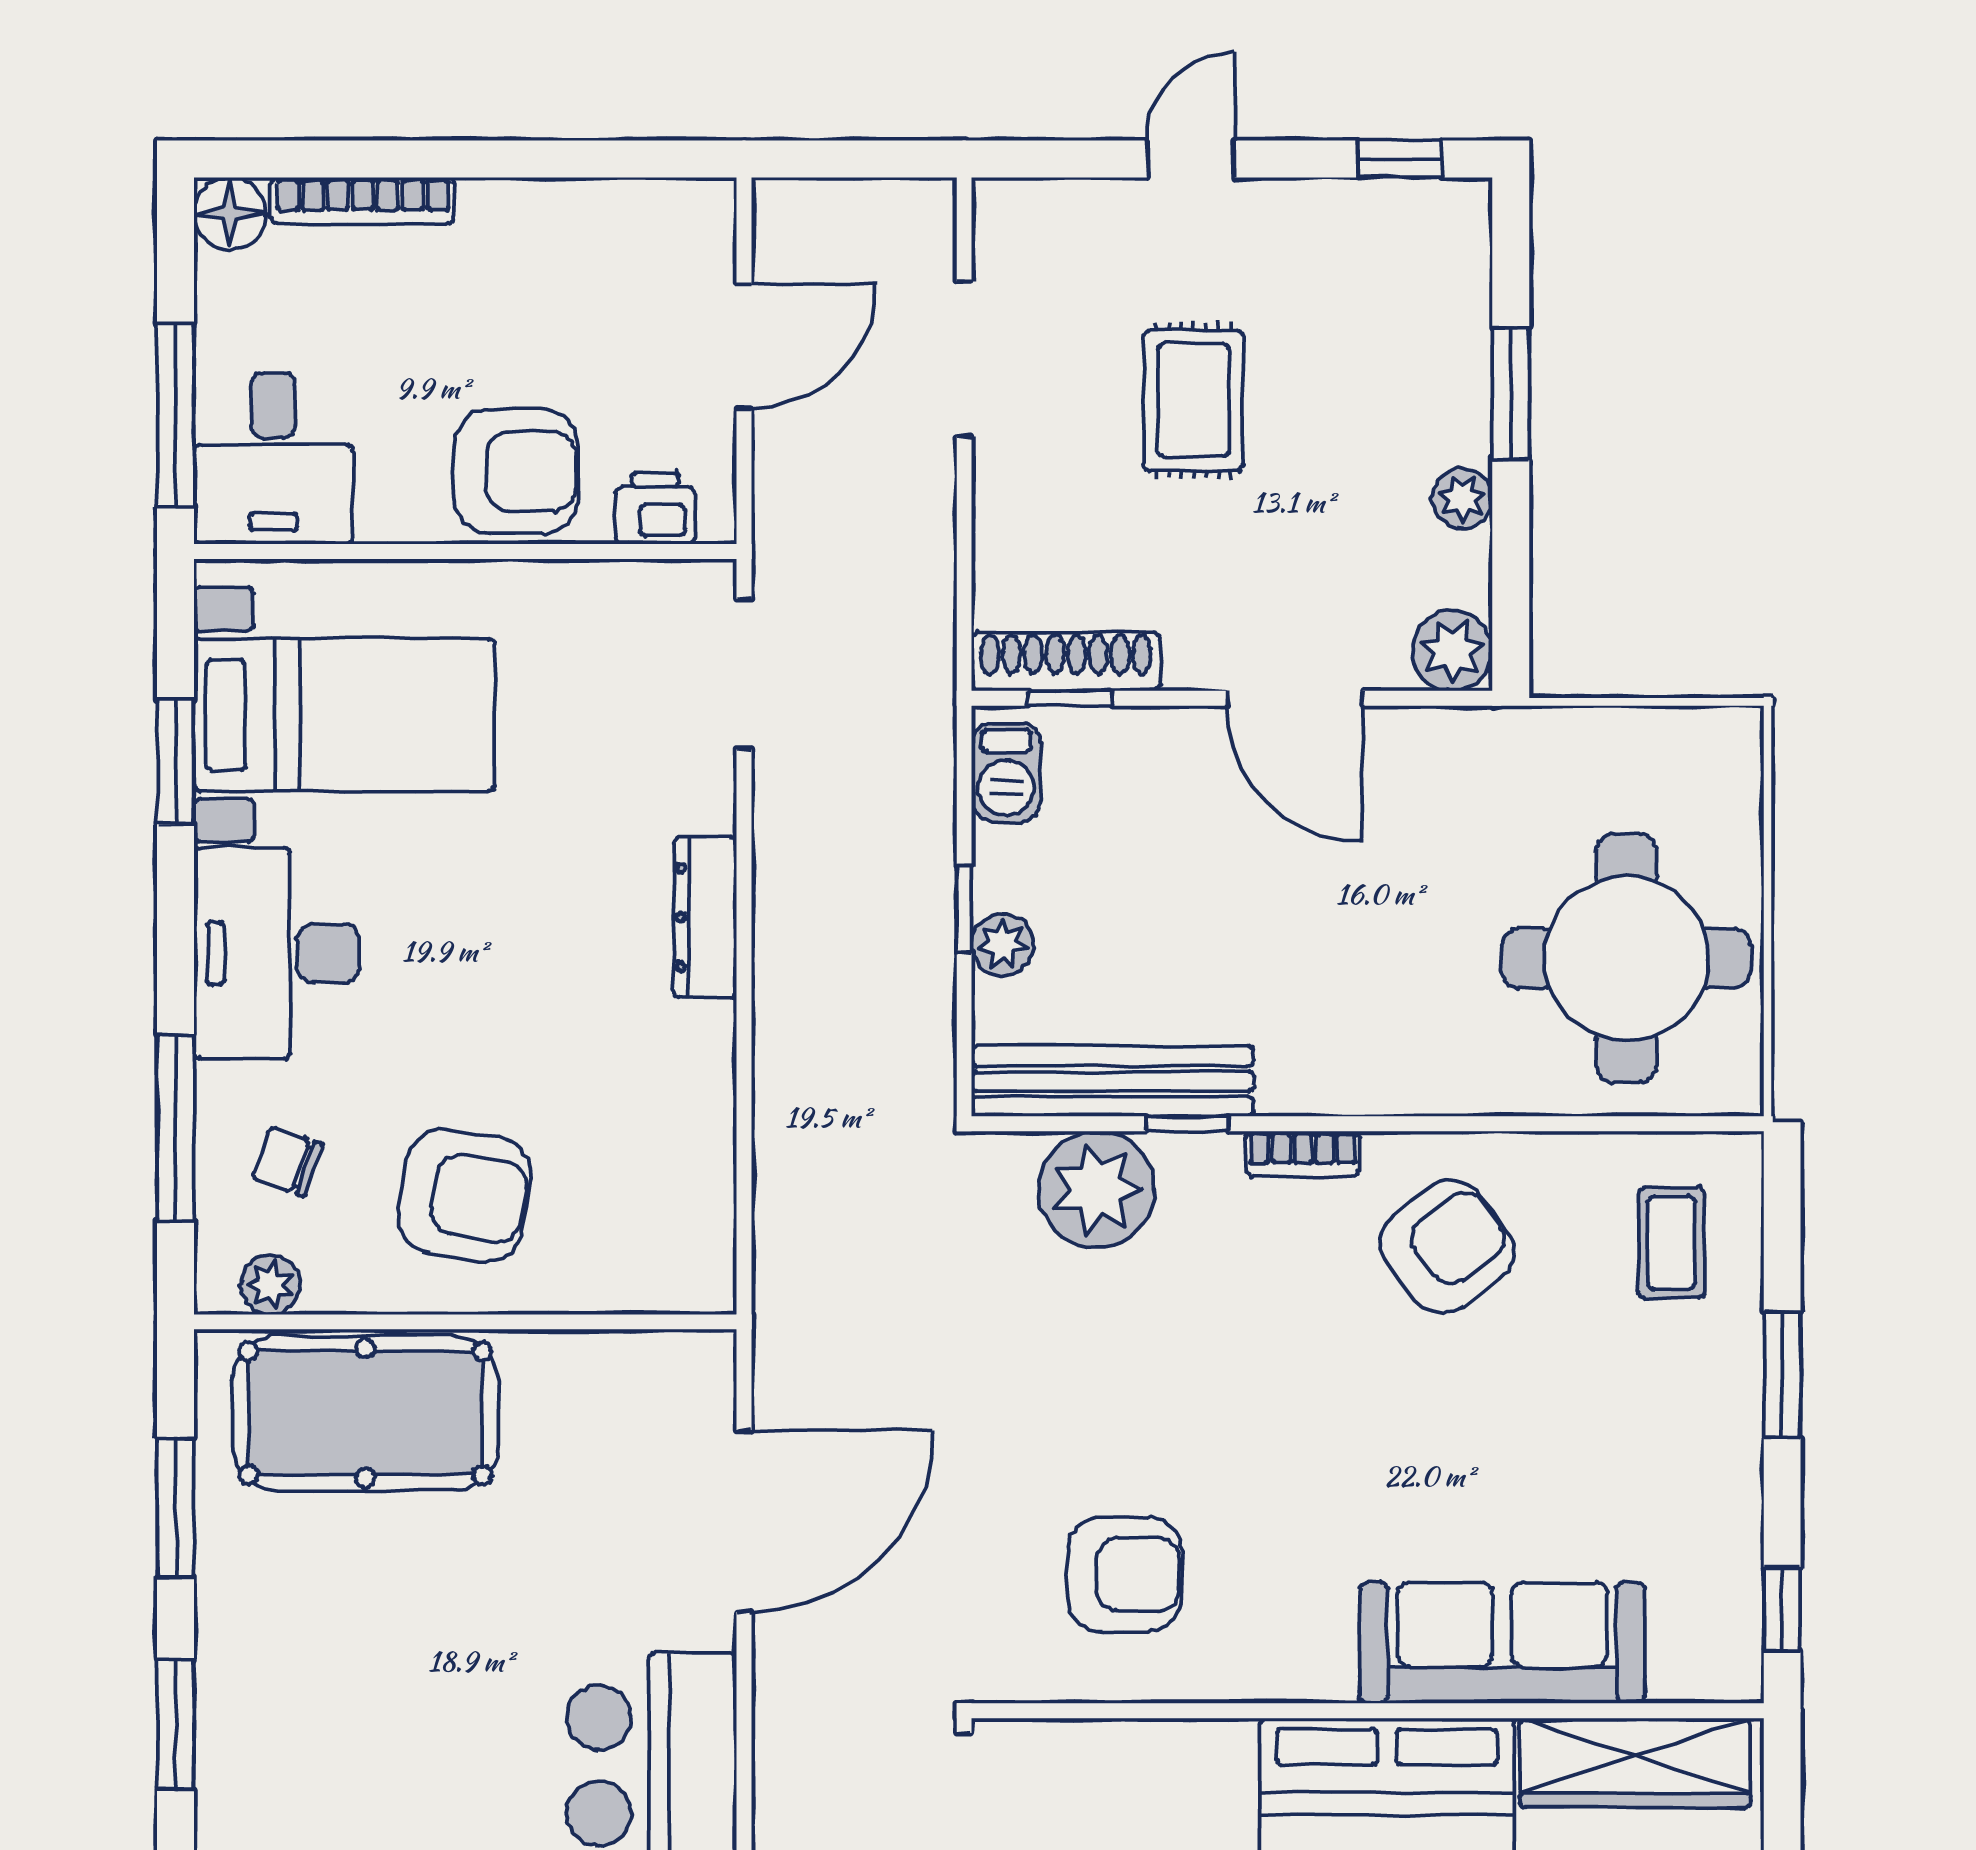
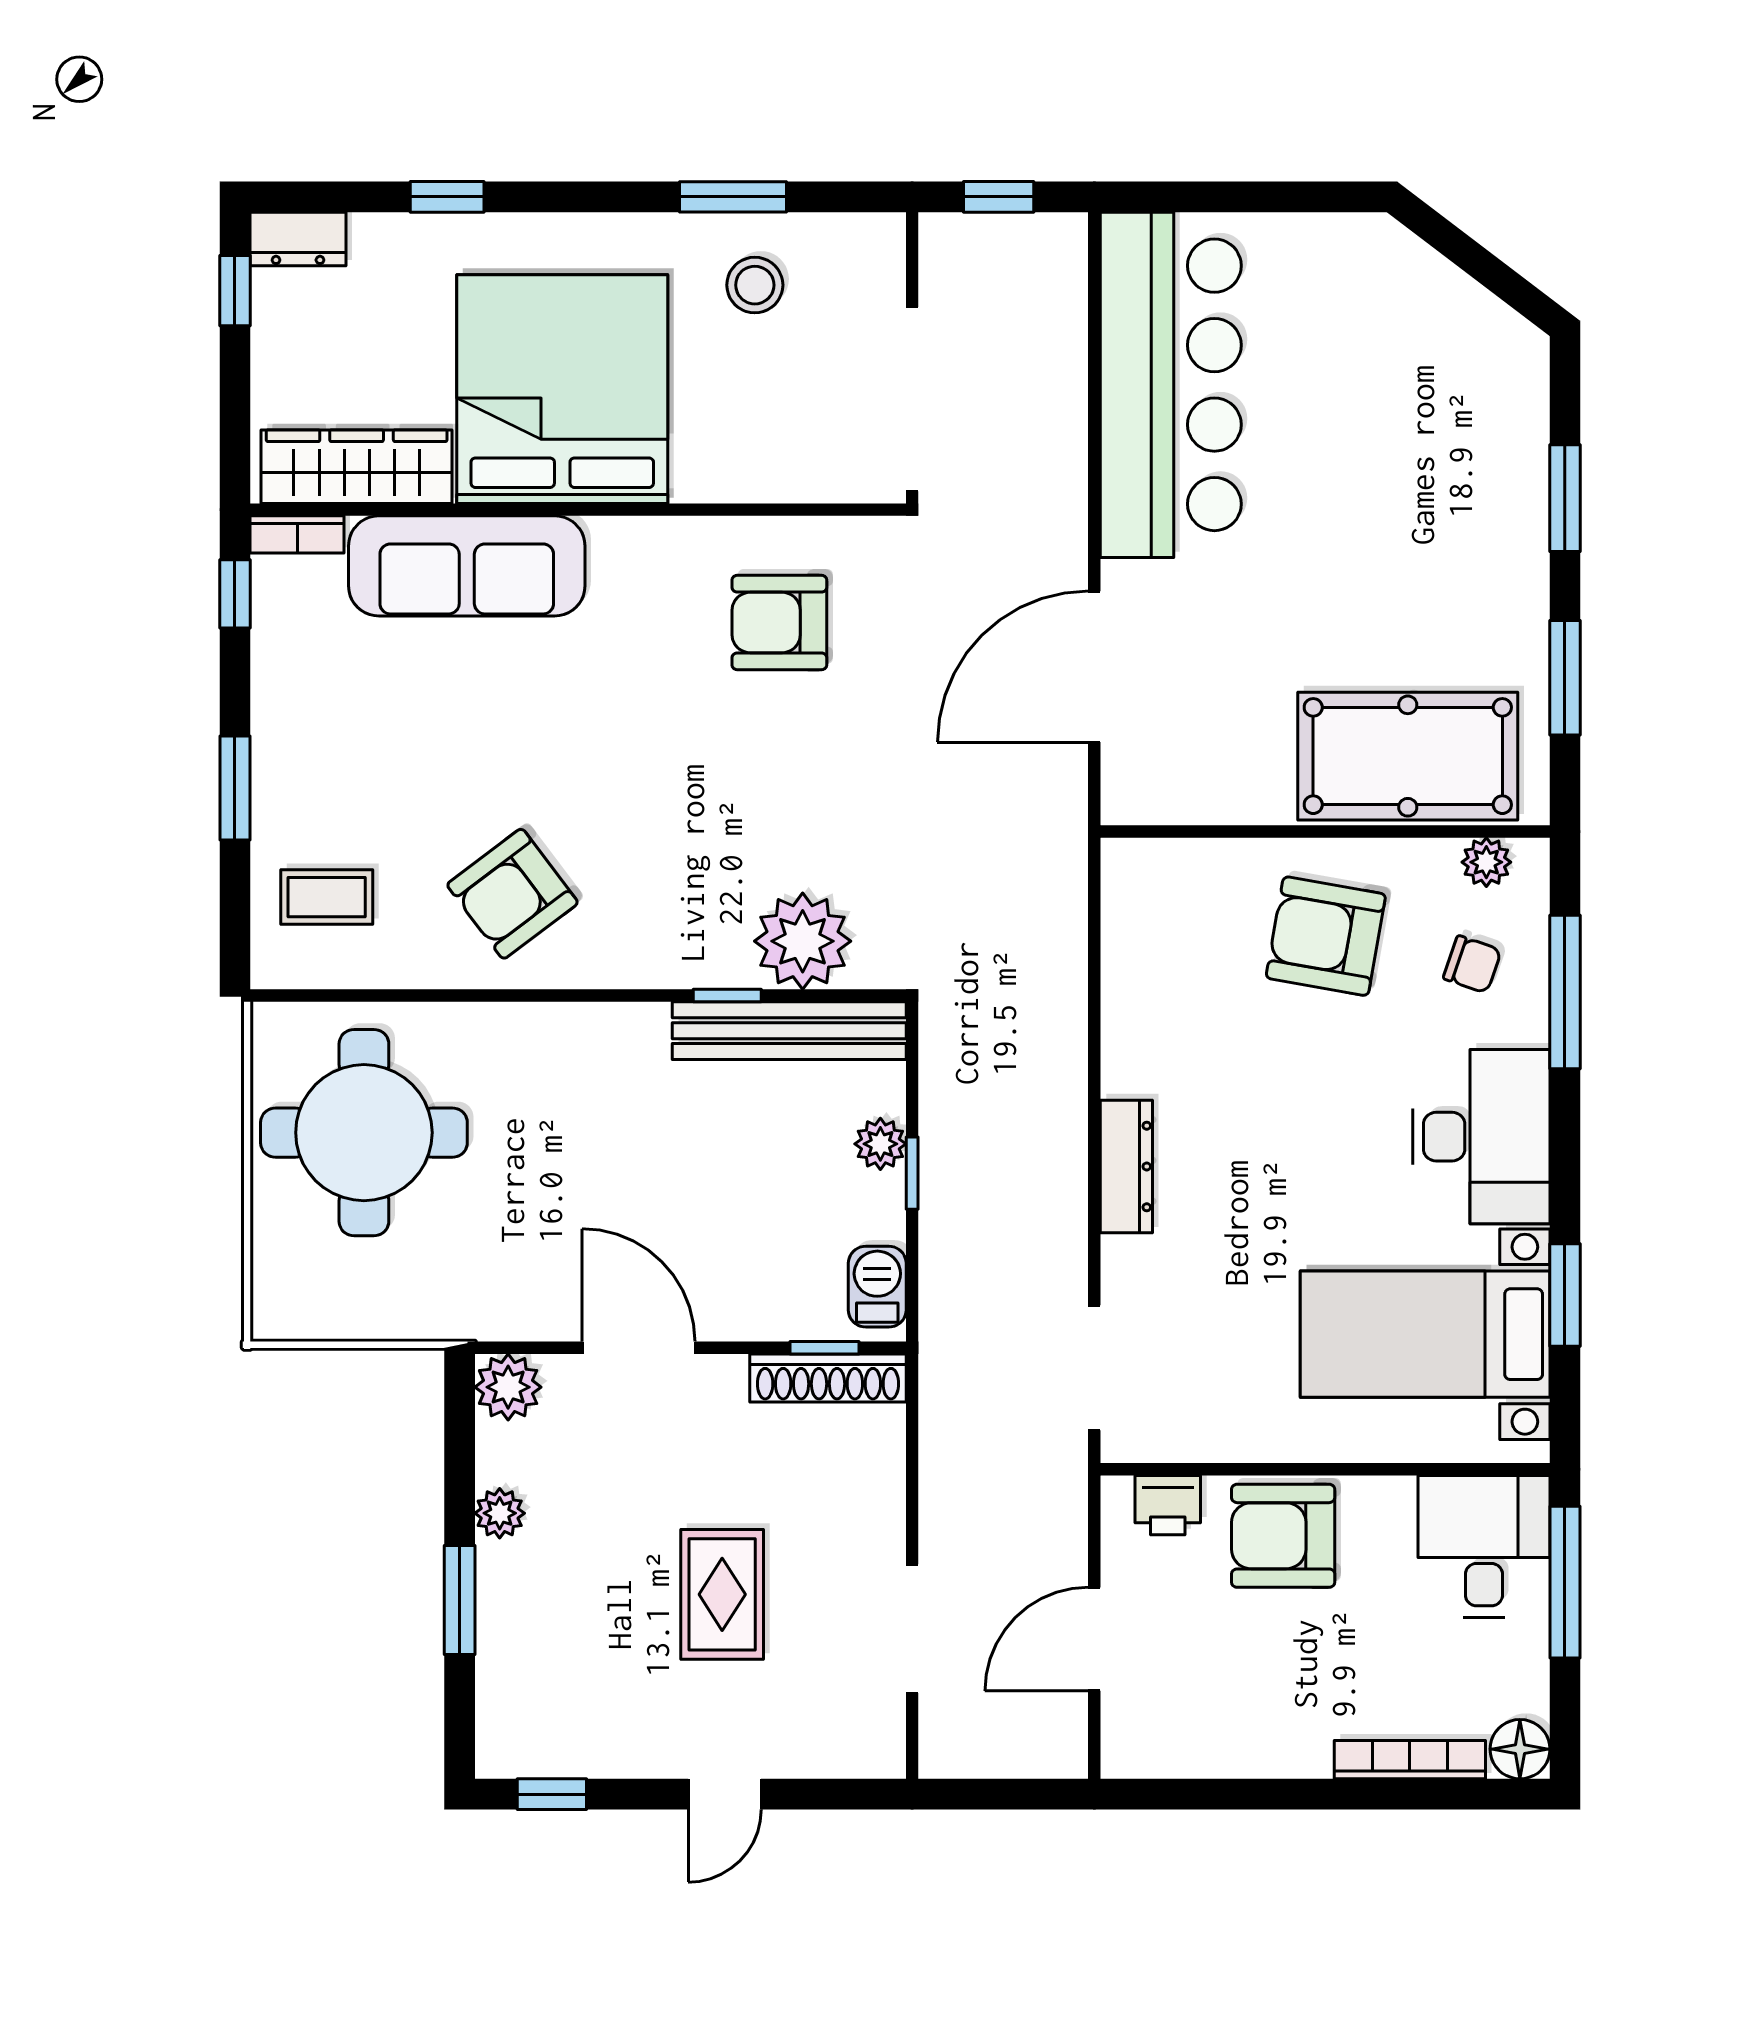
bookcase: (1303, 1154) -> (297, 534), moved, turned 180
coffee table: (1671, 1243) -> (327, 897), turned 90

